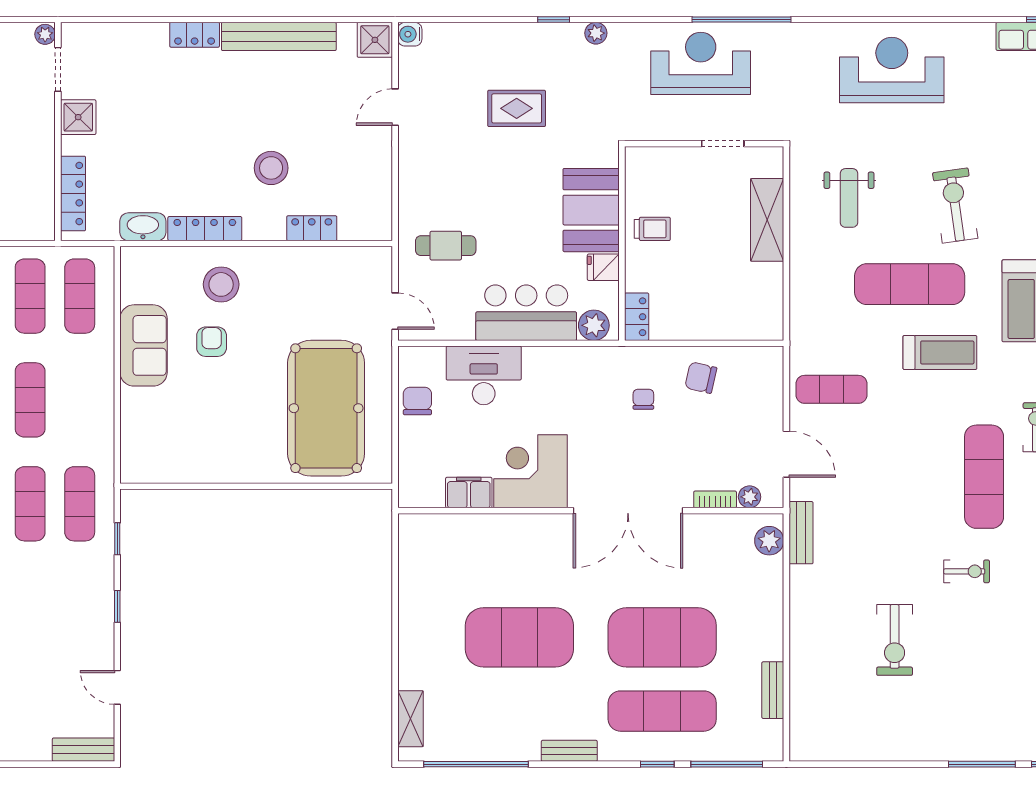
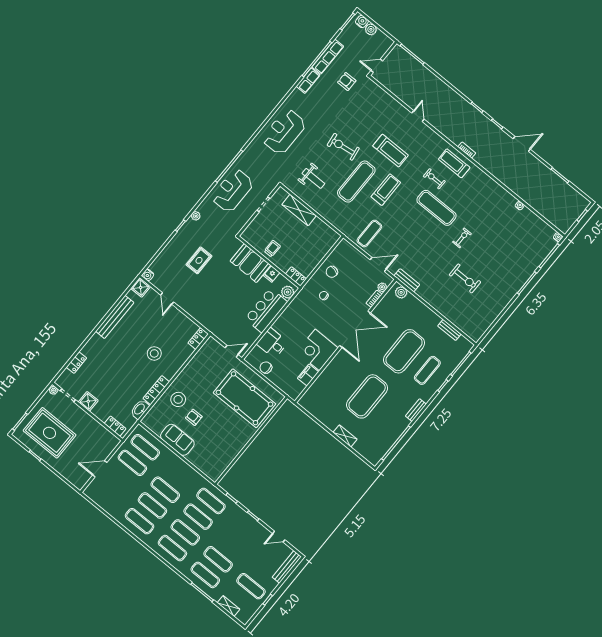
locker: (195, 35) -> (76, 363), moved
locker: (73, 193) -> (115, 426), width x0.66
locker: (312, 228) -> (198, 339), moved
cafe table: (446, 246) -> (224, 318), removed
desk: (484, 375) -> (272, 343), width x0.73
exercise mat: (662, 711) -> (427, 370), width x0.73, depth x0.69
shelving: (411, 719) -> (345, 436), moved
bench: (84, 750) -> (287, 567), width x1.36

